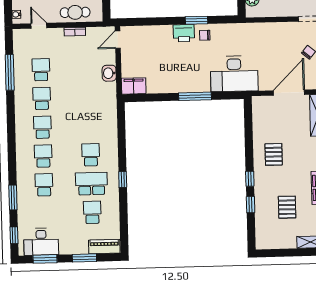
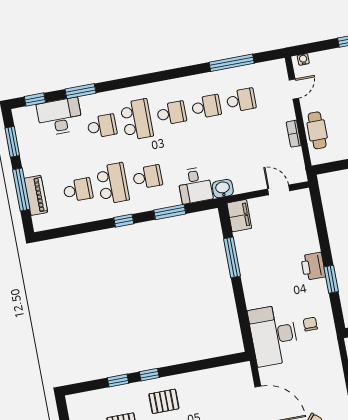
chair: (205, 35) -> (310, 324), moved
door: (118, 40) -> (279, 190), moved
washbasin: (109, 73) -> (223, 189), moved
window: (195, 96) -> (232, 257), moved
desk: (103, 118) -> (195, 185), added
window: (122, 141) -> (170, 212), added
pallet: (274, 154) -> (164, 401), moved
school desk: (43, 156) -> (137, 120), width x1.85
desk: (41, 242) -> (60, 117), moved, turned 90
piano: (104, 247) -> (36, 195), moved
window: (84, 258) -> (21, 189), width x1.44

